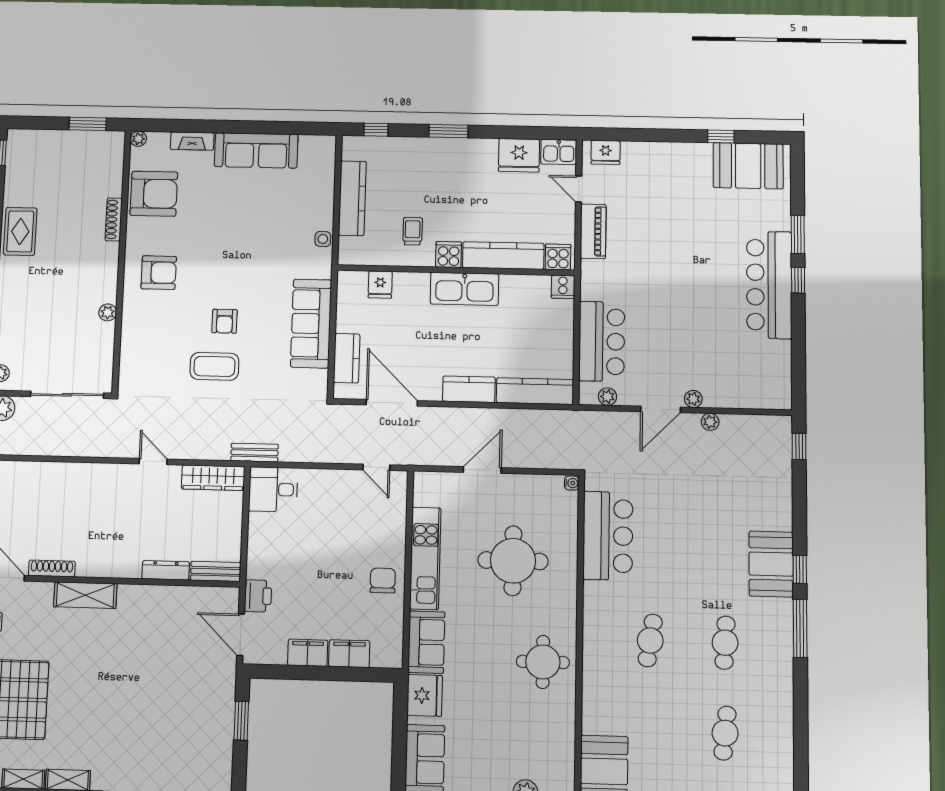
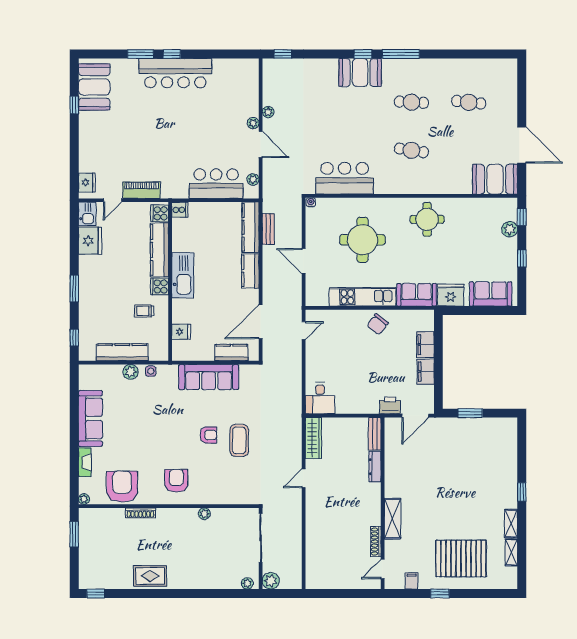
plant: (323, 210) -> (131, 372), added
bench: (255, 453) -> (268, 229), moved
chair: (383, 580) -> (378, 324), turned -53

